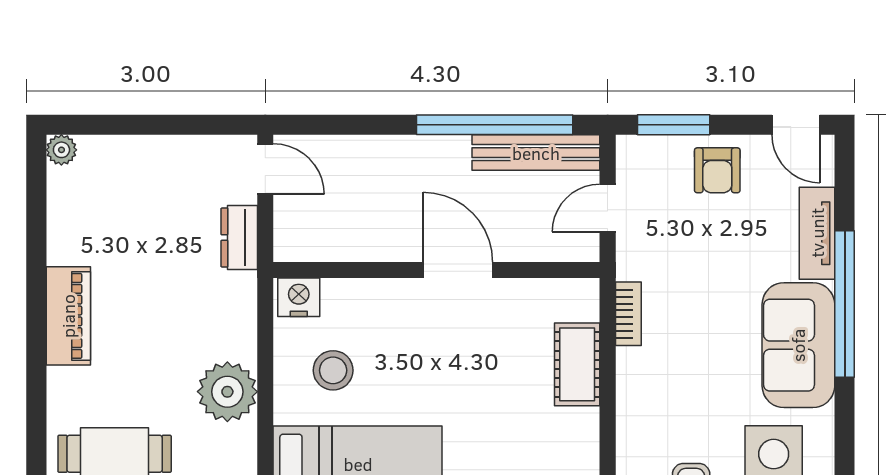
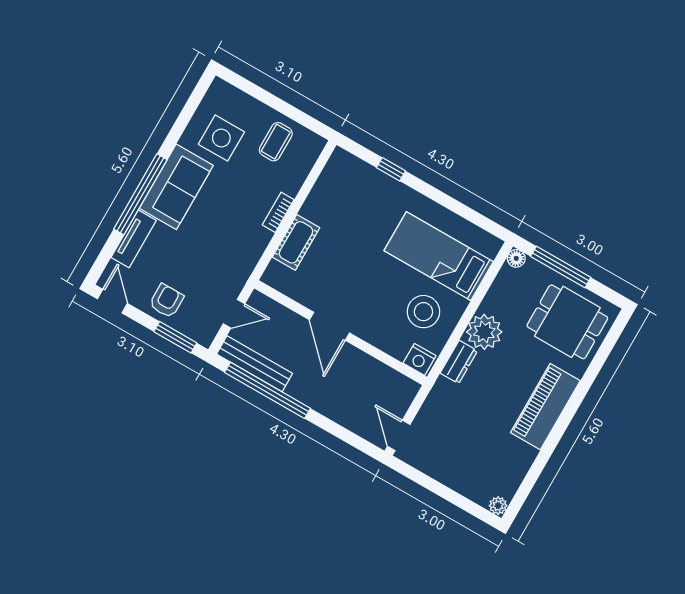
dresser: (239, 238) -> (459, 362), moved
bookcase: (628, 314) -> (278, 212), moved
piano: (68, 316) -> (545, 407), width x1.37, depth x1.33
stool: (333, 370) -> (423, 312), width x1.38, depth x1.38

